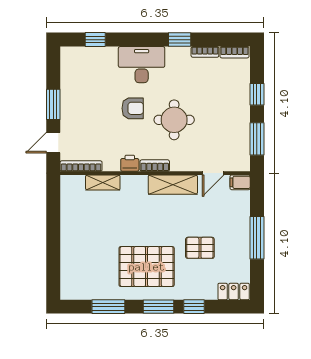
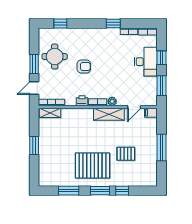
desk: (142, 65) -> (146, 62), moved, turned 90
round table: (174, 120) -> (55, 57), moved
plant: (178, 164) -> (112, 101), added
shelving: (103, 183) -> (50, 113), moved
window: (53, 235) -> (34, 145), added
locker: (234, 291) -> (147, 181), removed

